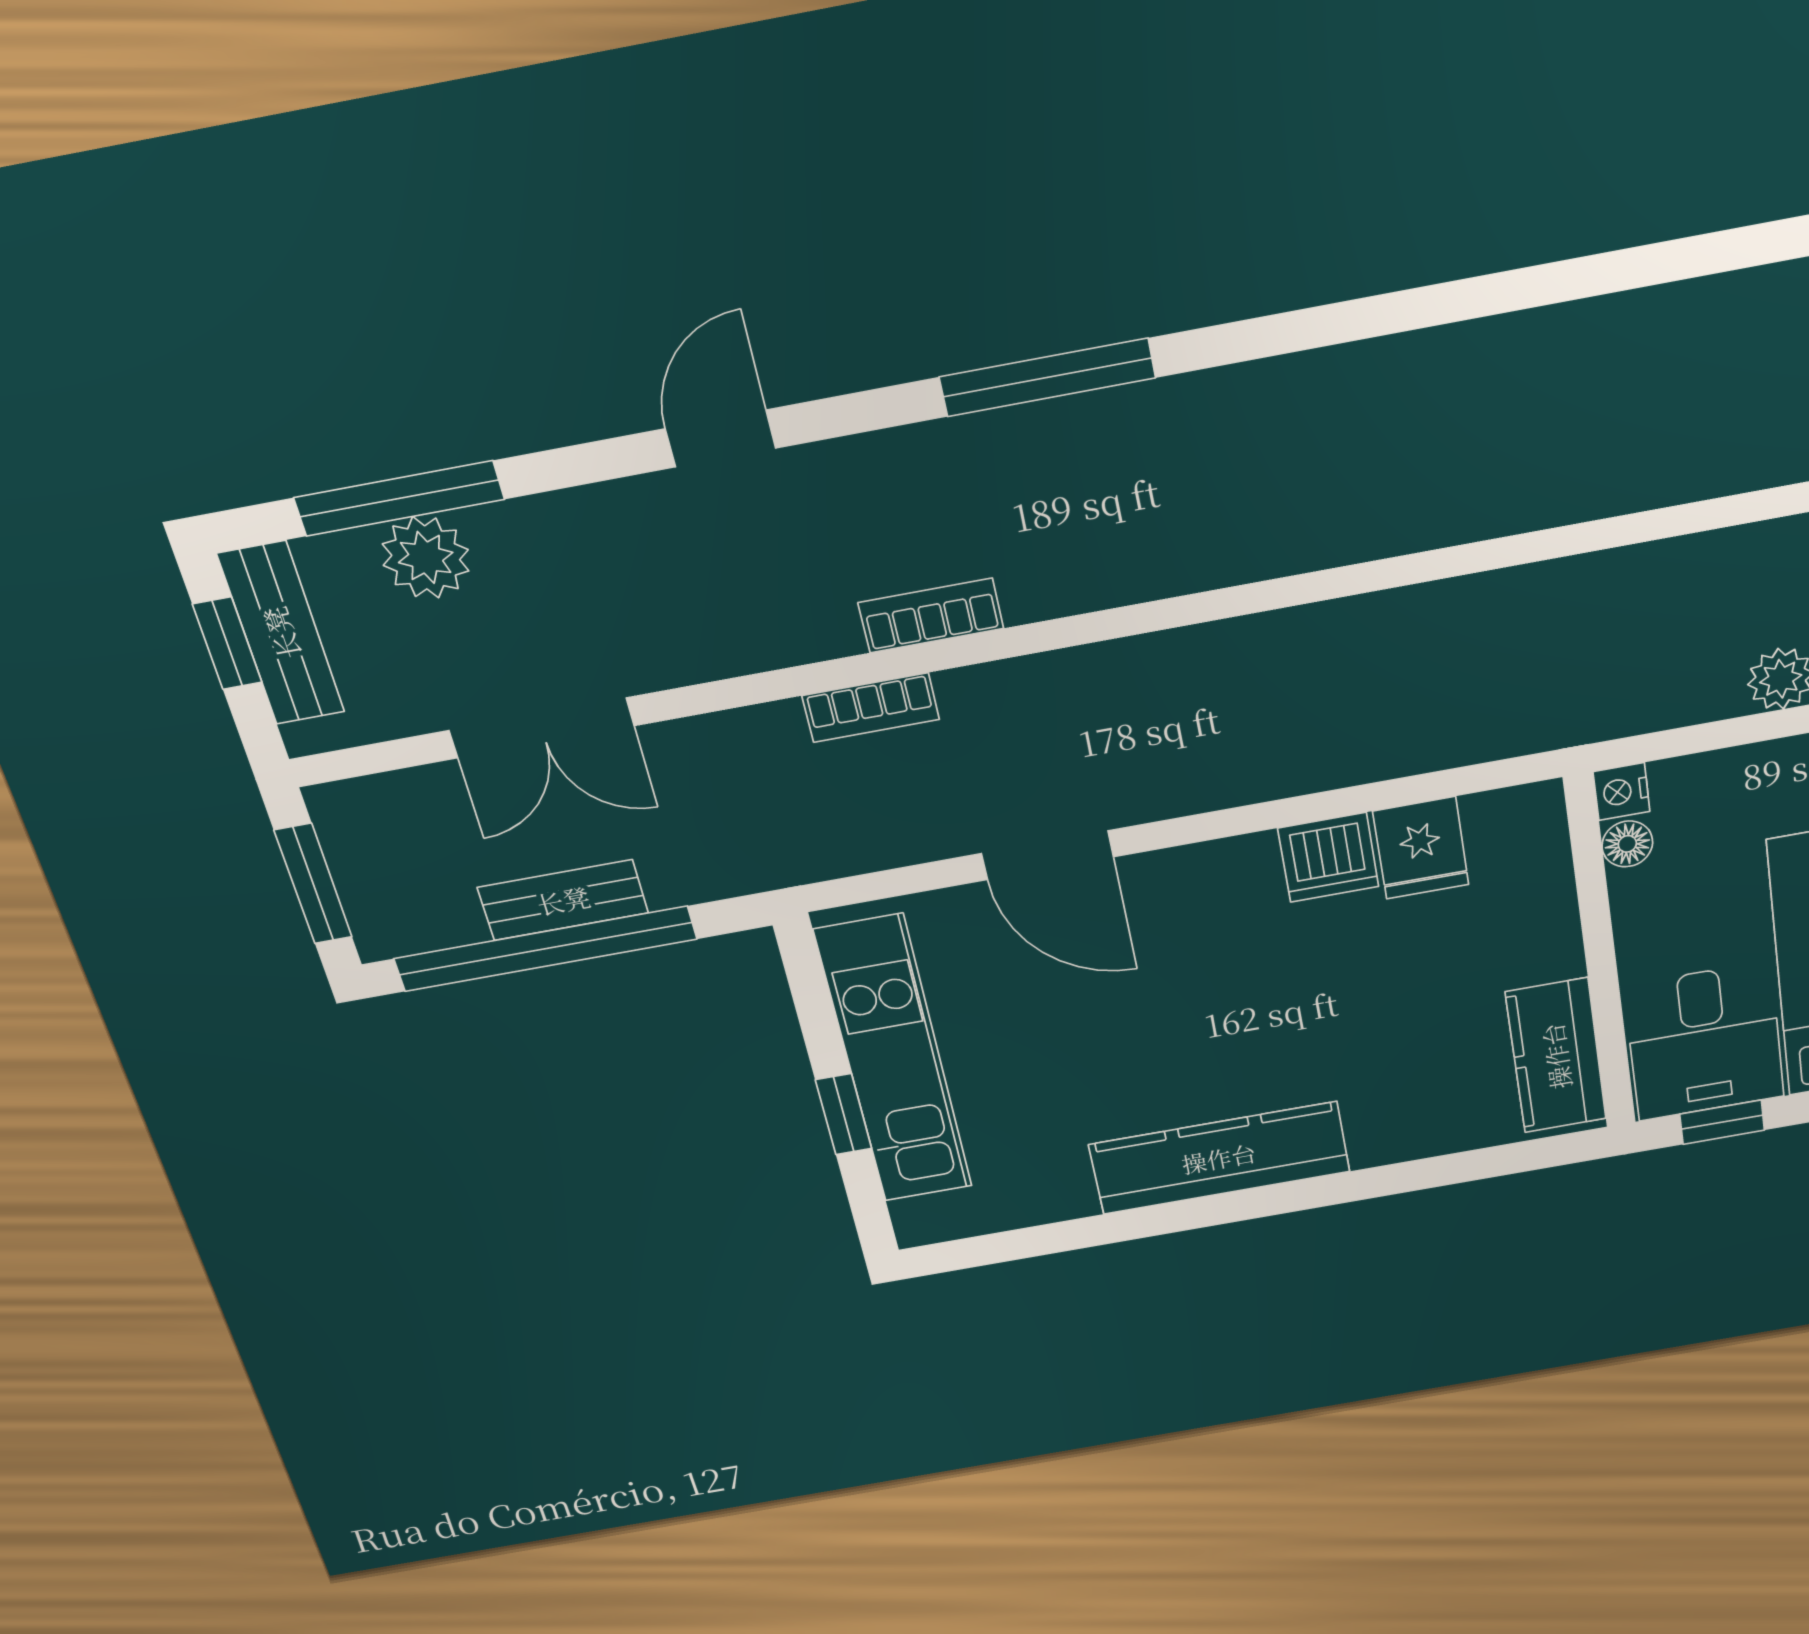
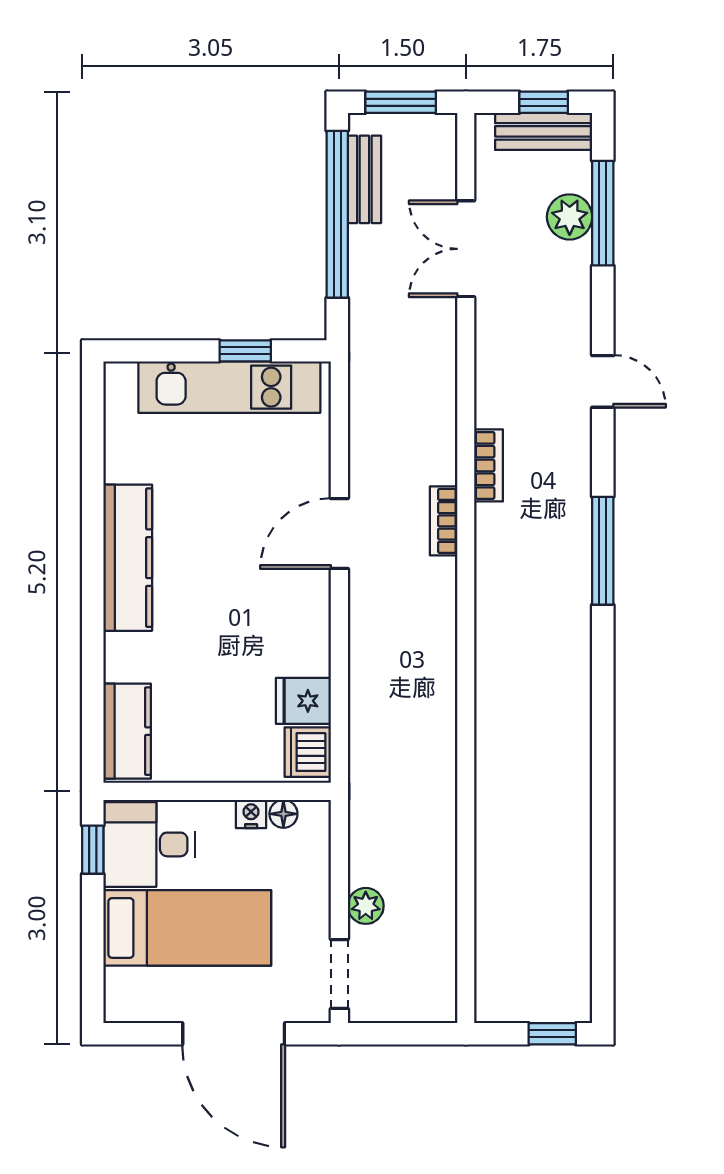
bookcase: (871, 708) -> (444, 521), moved
nightstand: (1621, 792) -> (251, 814), moved
door: (1048, 855) -> (339, 534), moved
dishwasher: (1328, 857) -> (308, 752), moved
bench: (563, 900) -> (364, 179), moved
kitchen counter: (1556, 1056) -> (127, 731), moved, turned 90
window: (844, 1114) -> (245, 351), moved

